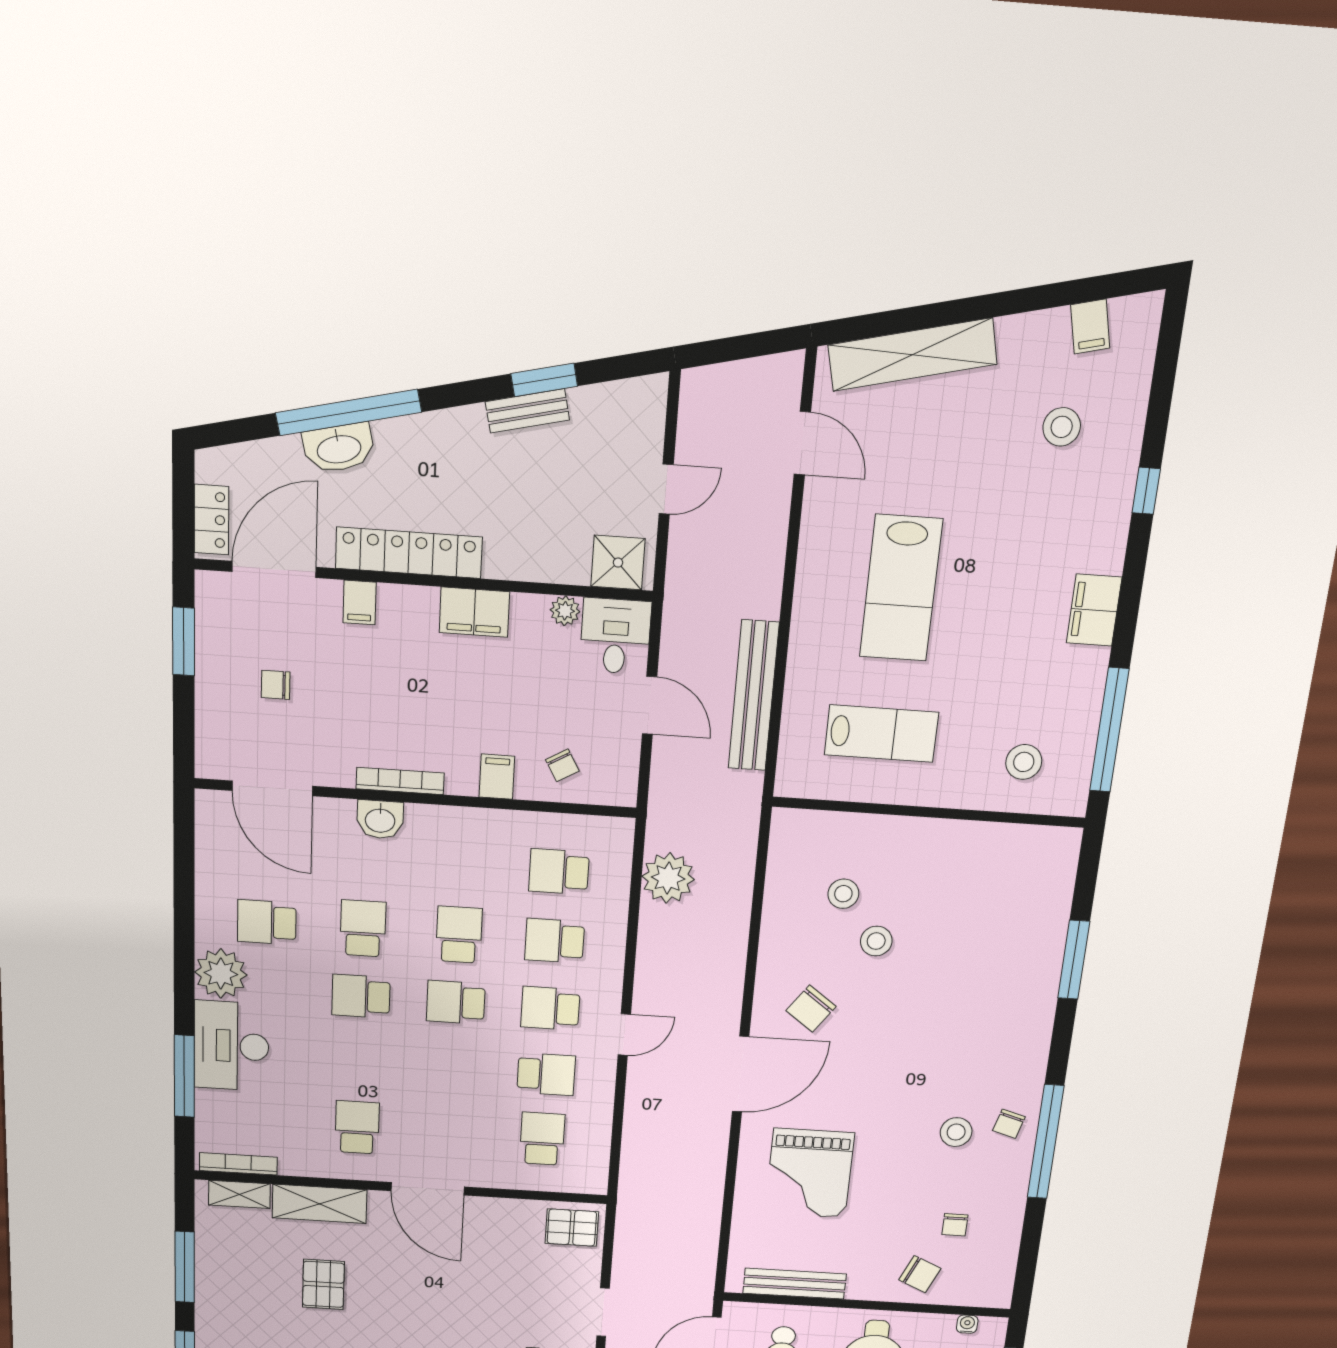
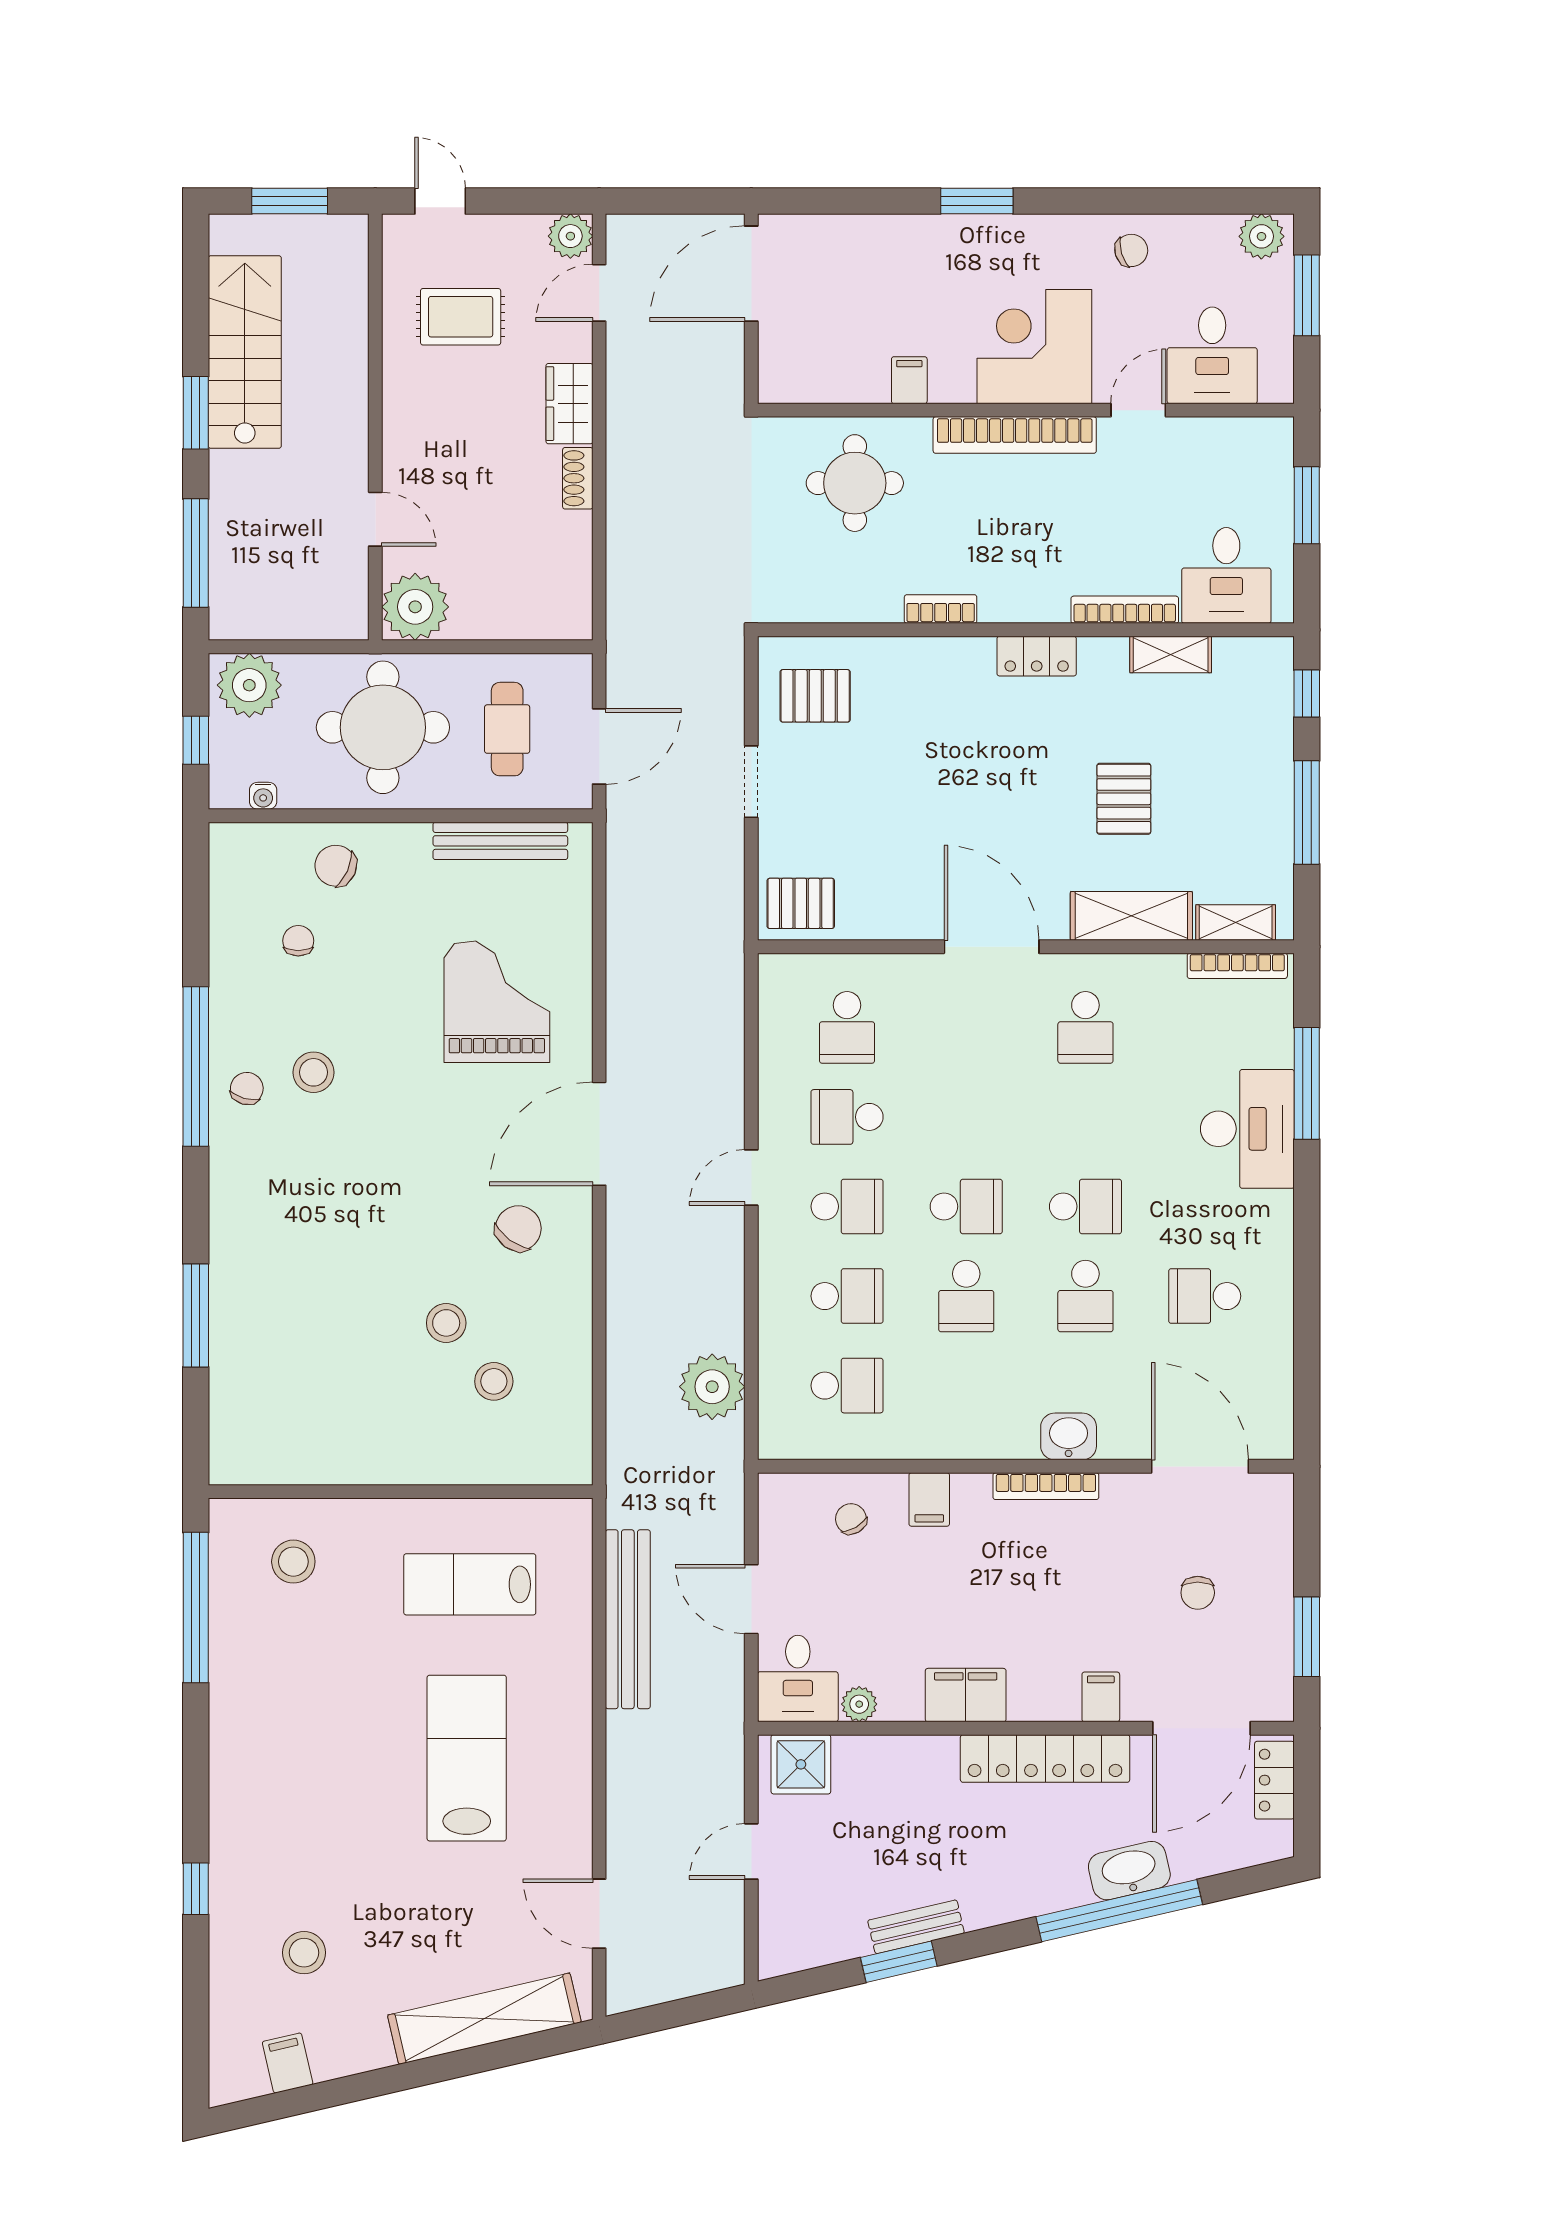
filing cabinet: (1094, 610) -> (235, 1748), removed
chair: (276, 685) -> (1198, 1593), turned 90
school desk: (267, 922) -> (1205, 1296), turned 180
plant: (221, 974) -> (1261, 1225), removed

